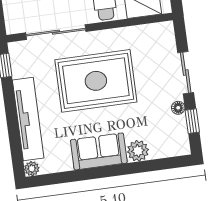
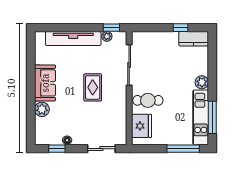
sliding door: (186, 73) -> (101, 149), moved
rug: (96, 81) -> (93, 87), width x0.54, depth x0.49
plant: (32, 169) -> (107, 36), moved

